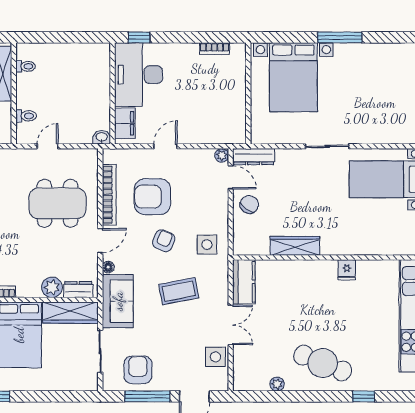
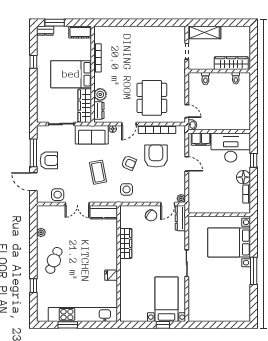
window: (139, 37) -> (254, 160), moved
floor lamp: (187, 54) -> (243, 177), added
door: (48, 146) -> (187, 111), moved
door: (100, 241) -> (129, 124), hinge flipped
cafe table: (323, 363) -> (54, 260), width x0.73, depth x0.74
armchair: (138, 370) -> (49, 160), moved

